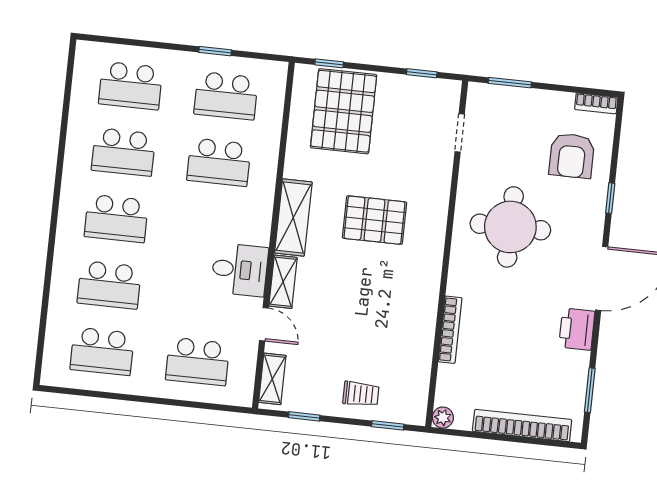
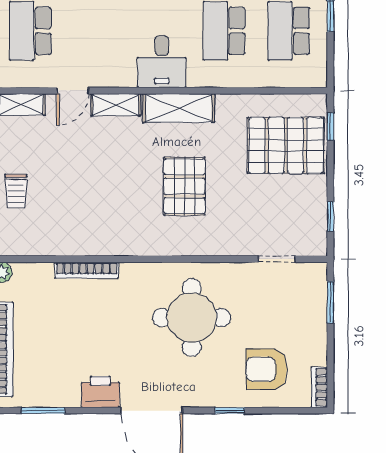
desk: (240, 270) -> (162, 62), moved

